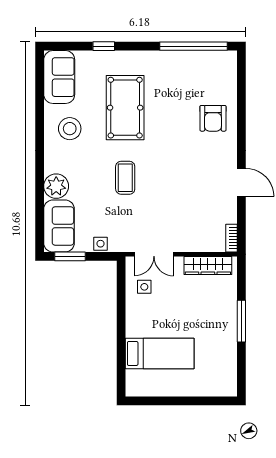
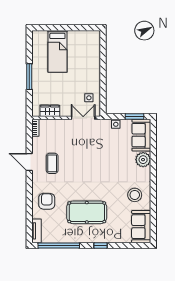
window: (104, 46) -> (100, 246), moved
tv unit: (230, 70) -> (37, 231), added
pool table: (125, 108) -> (87, 212), moved, turned 90
coffee table: (125, 178) -> (52, 163), moved
wardrobe: (208, 265) -> (50, 111), width x0.67
bed: (160, 353) -> (57, 51), moved, turned -90

